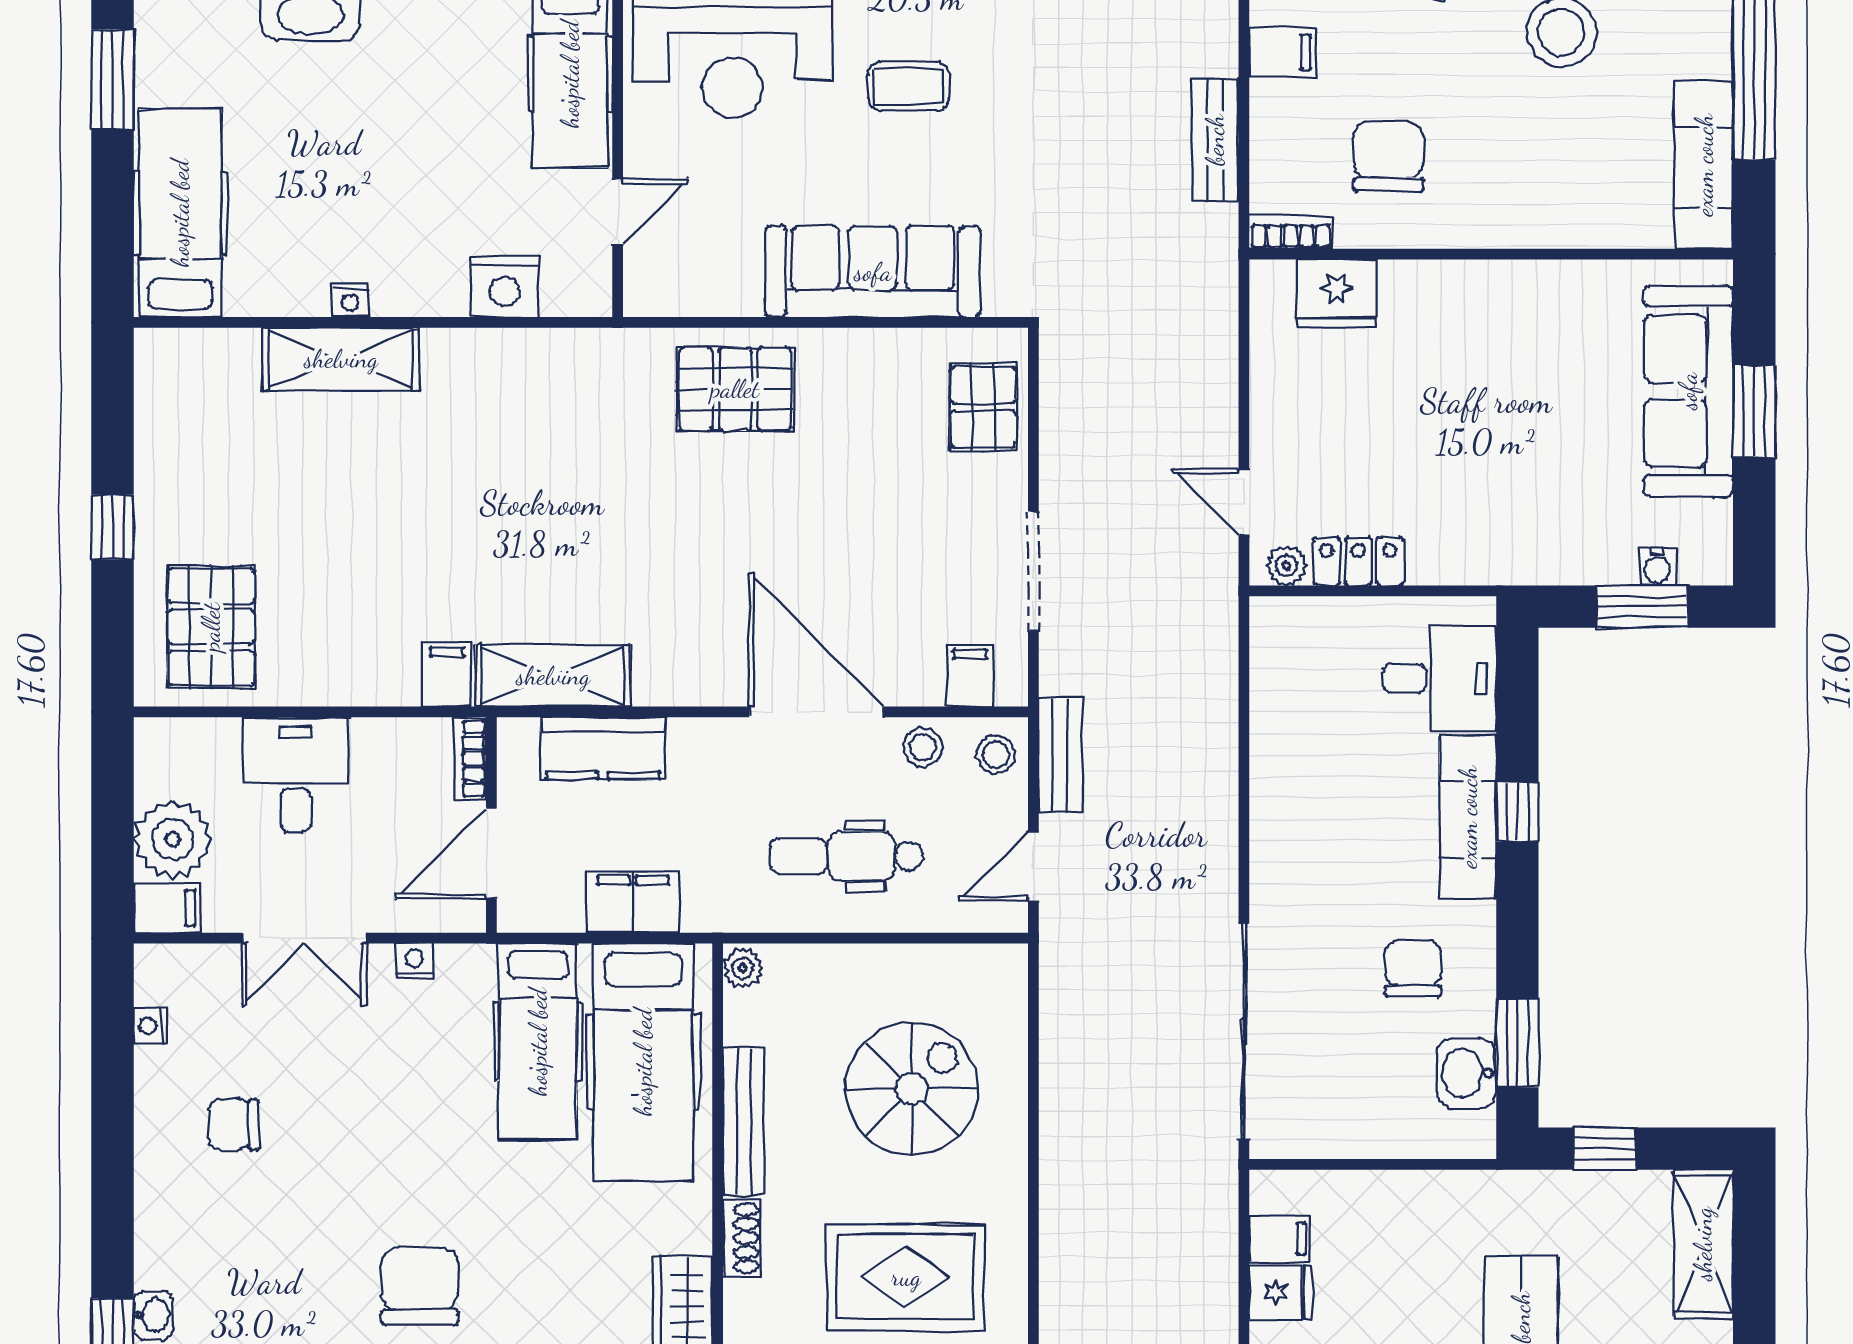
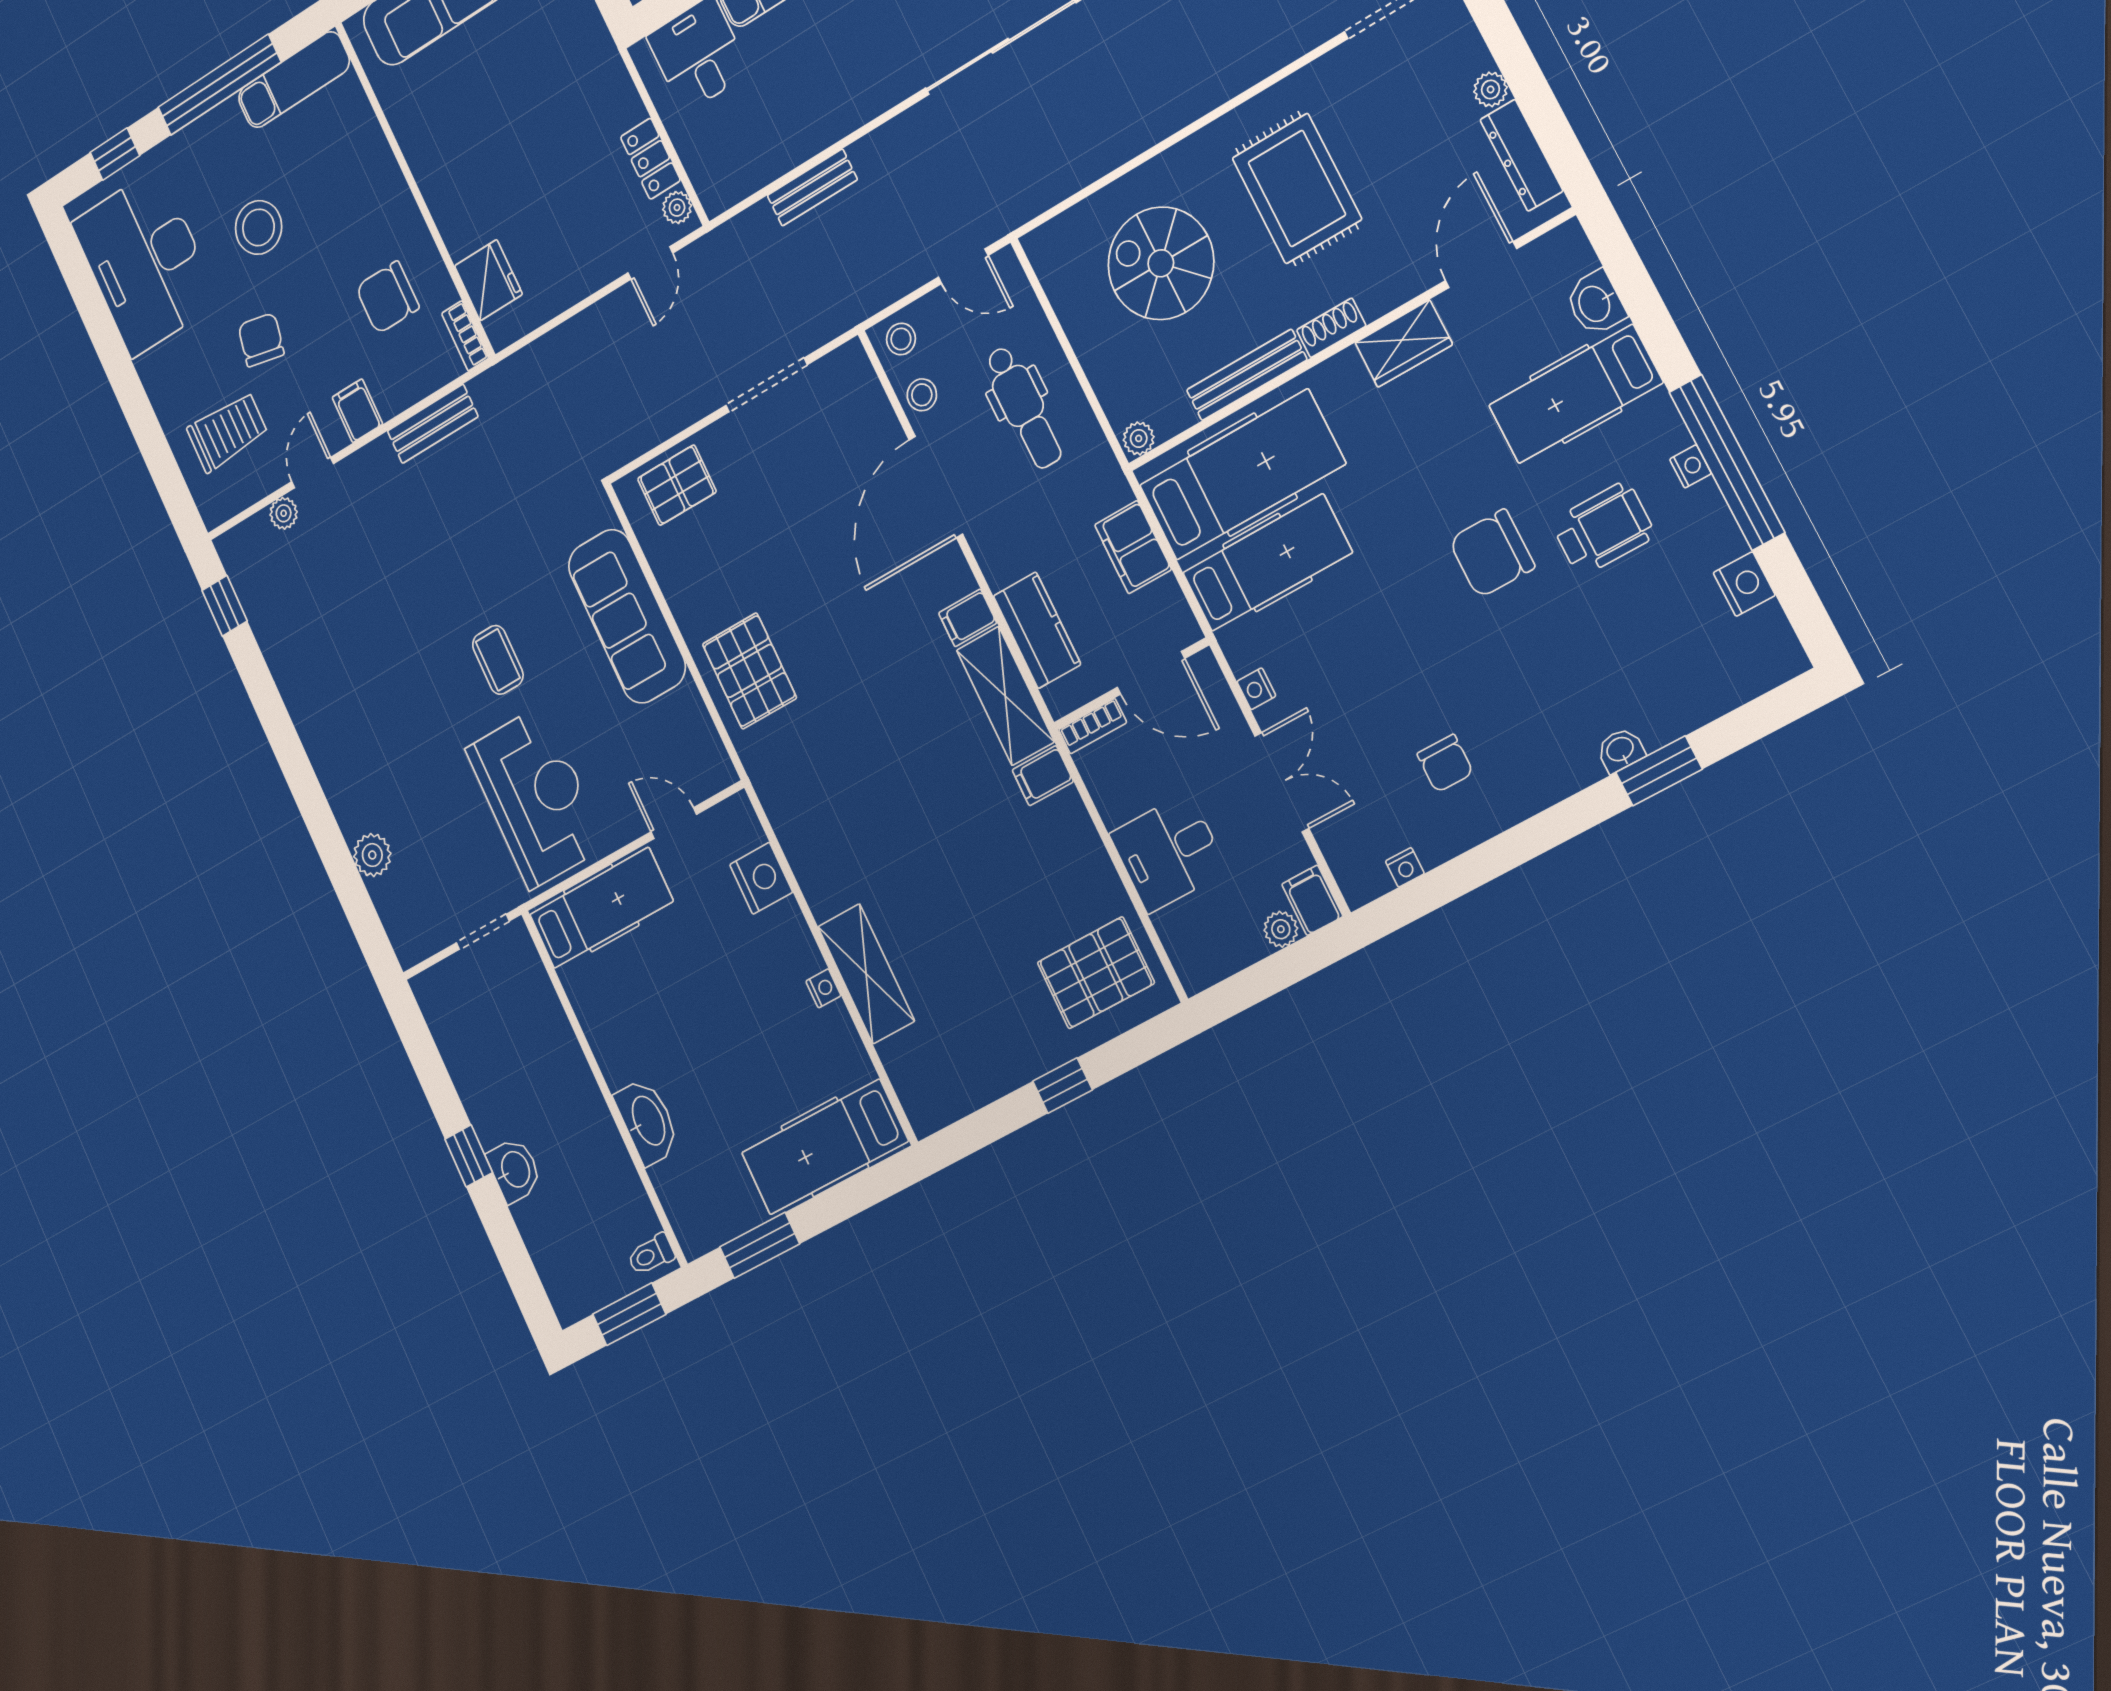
filing cabinet: (970, 676) -> (968, 618), moved
bench: (1060, 755) -> (812, 188), moved
plant: (173, 839) -> (1281, 929), width x0.53, depth x0.53

